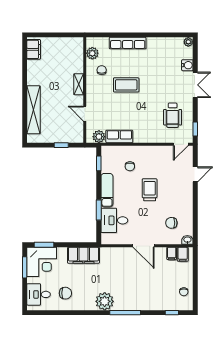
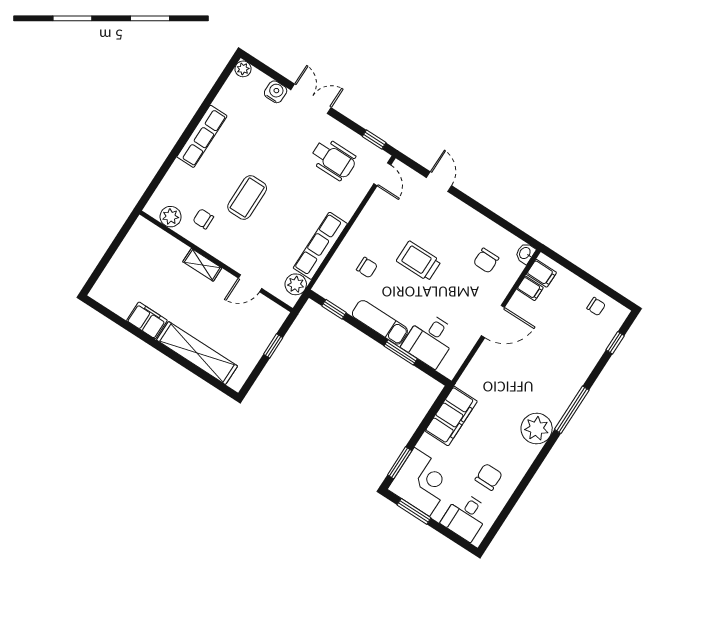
row of seats: (128, 43) -> (202, 136), moved
filing cabinet: (34, 49) -> (147, 320), moved
row of seats: (119, 136) -> (320, 246), width x1.48

